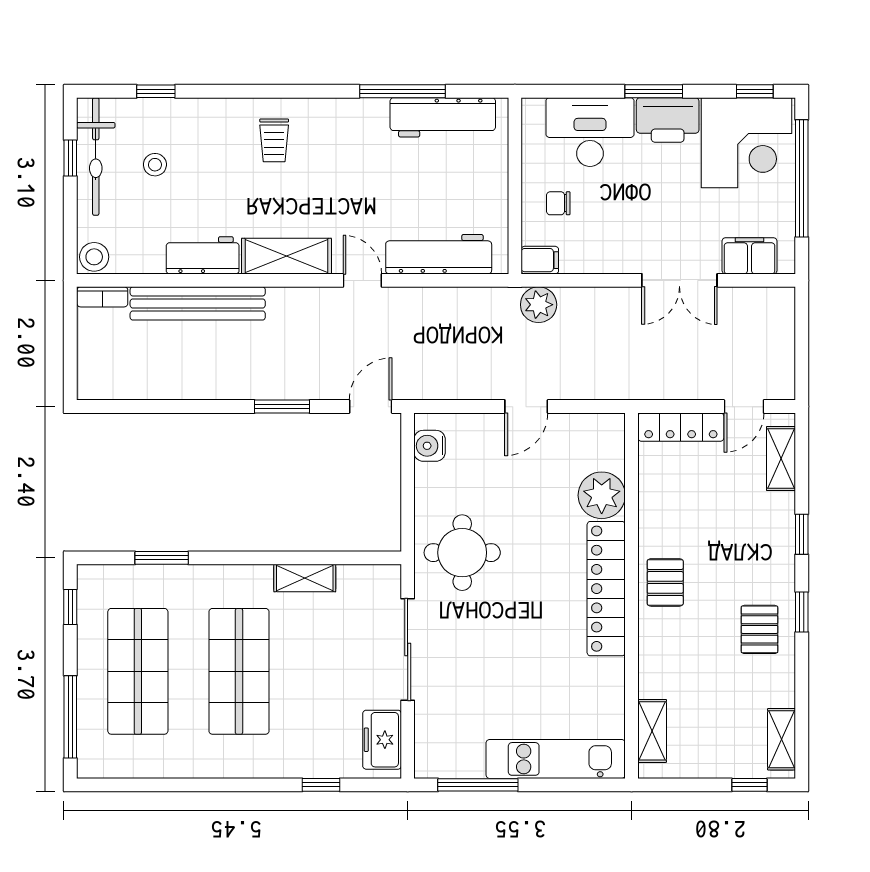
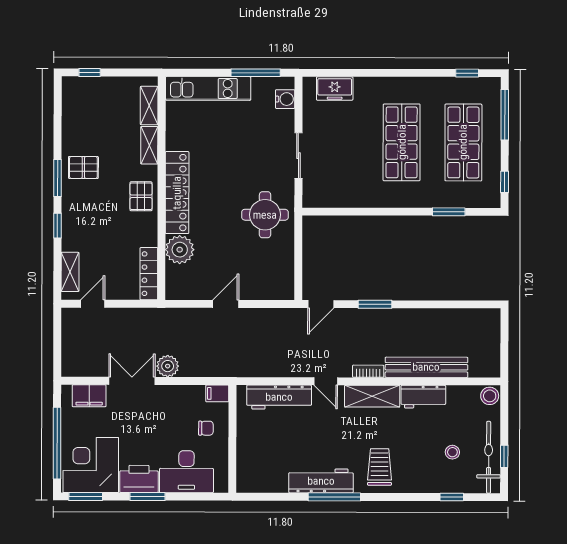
window: (403, 91) -> (334, 497), moved
window: (755, 91) -> (86, 496), width x1.50
workbench: (443, 117) -> (321, 481), moved
trolley: (274, 140) -> (380, 467), width x1.36, depth x1.39
bookcase: (102, 297) -> (368, 371), moved
plant: (539, 305) -> (168, 366), moved
locker: (681, 427) -> (149, 274), moved, turned -90
water cooler: (430, 446) -> (285, 99), moved
shelving: (305, 578) -> (361, 199), removed
window: (802, 612) -> (58, 178), width x1.50
pallet: (759, 629) -> (83, 167), turned 90
sliding door: (408, 649) -> (298, 156), width x0.73
shelving: (782, 739) -> (149, 145), moved
freezer: (382, 740) -> (335, 89), moved, turned 90
window: (321, 785) -> (467, 73), moved

